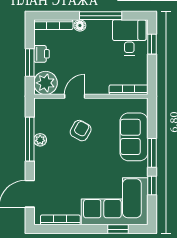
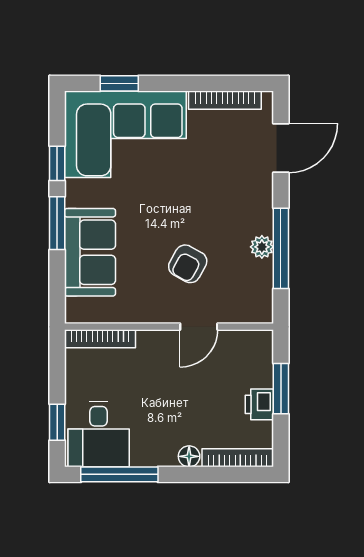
window: (101, 16) -> (119, 474), moved
plant: (46, 83) -> (252, 351), removed

